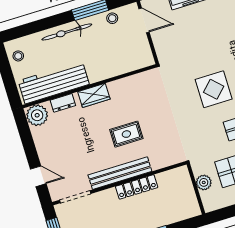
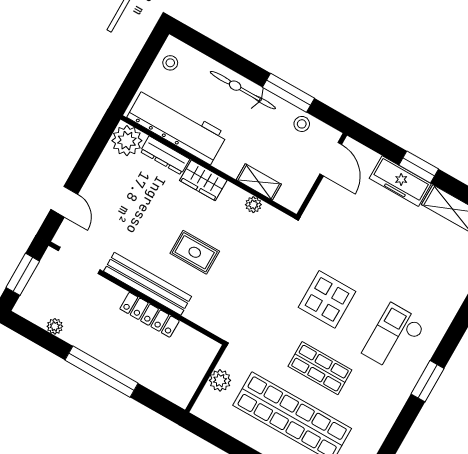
shelving: (121, 68) -> (259, 182), added
plant: (130, 81) -> (253, 205), added
dresser: (63, 103) -> (165, 155), width x1.44

